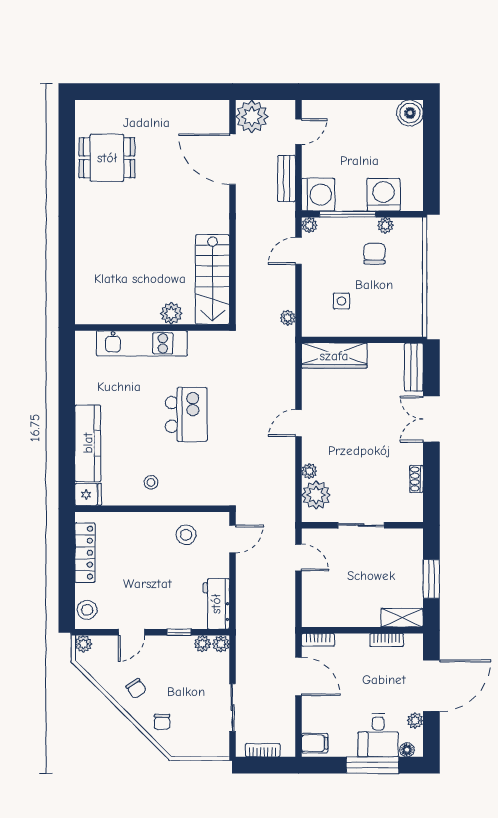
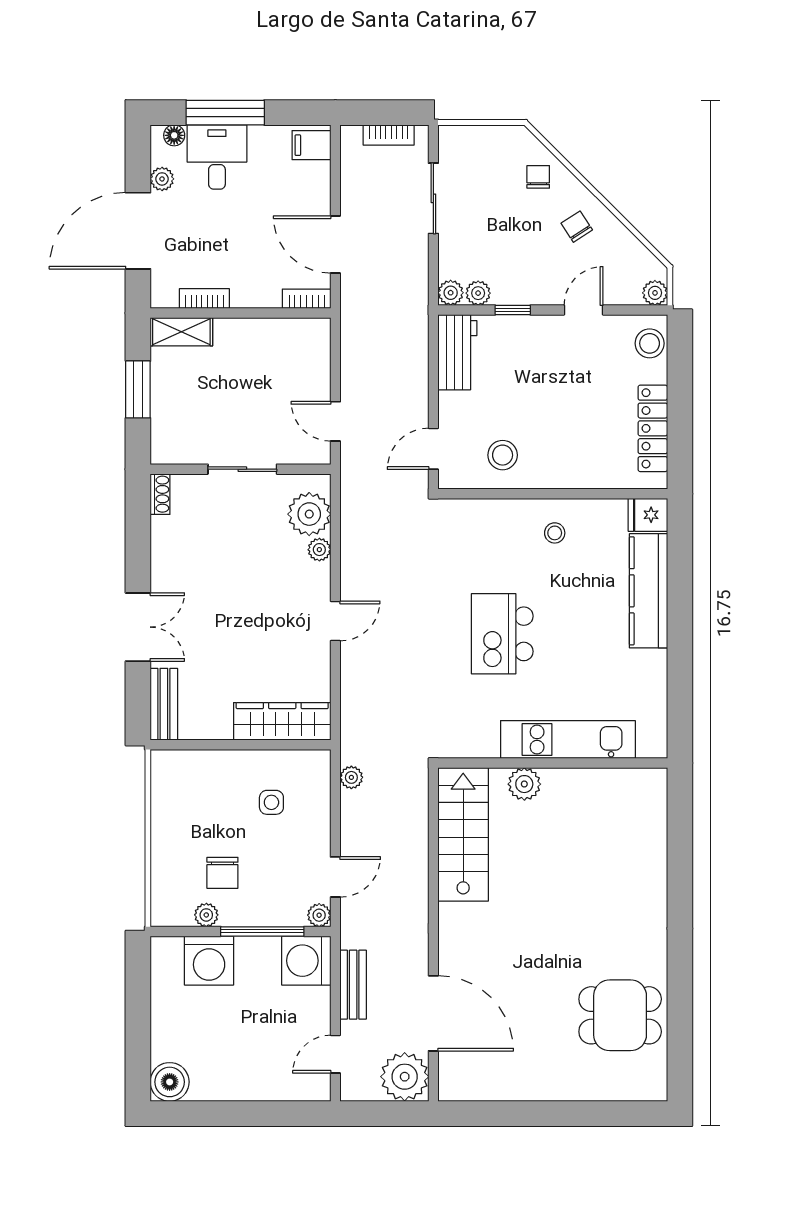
shoe rack: (416, 479) -> (160, 494), moved

